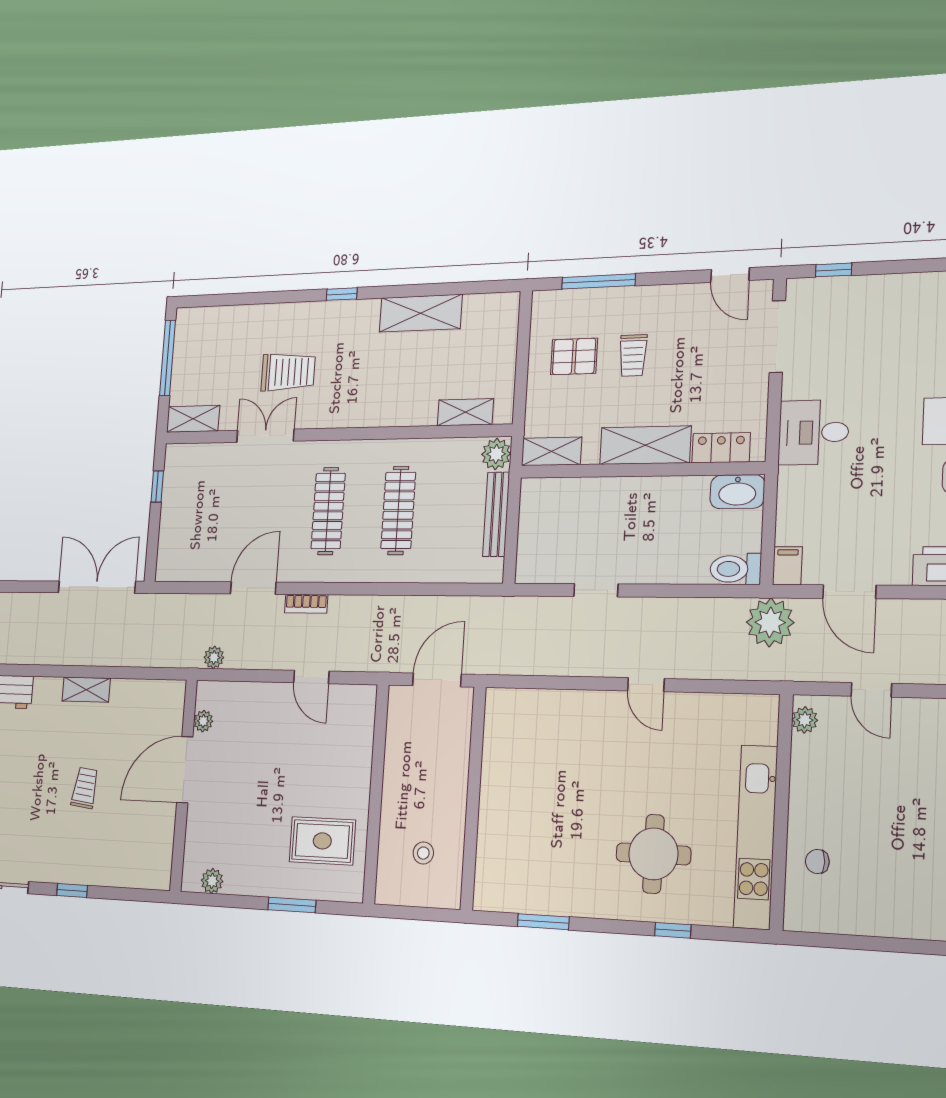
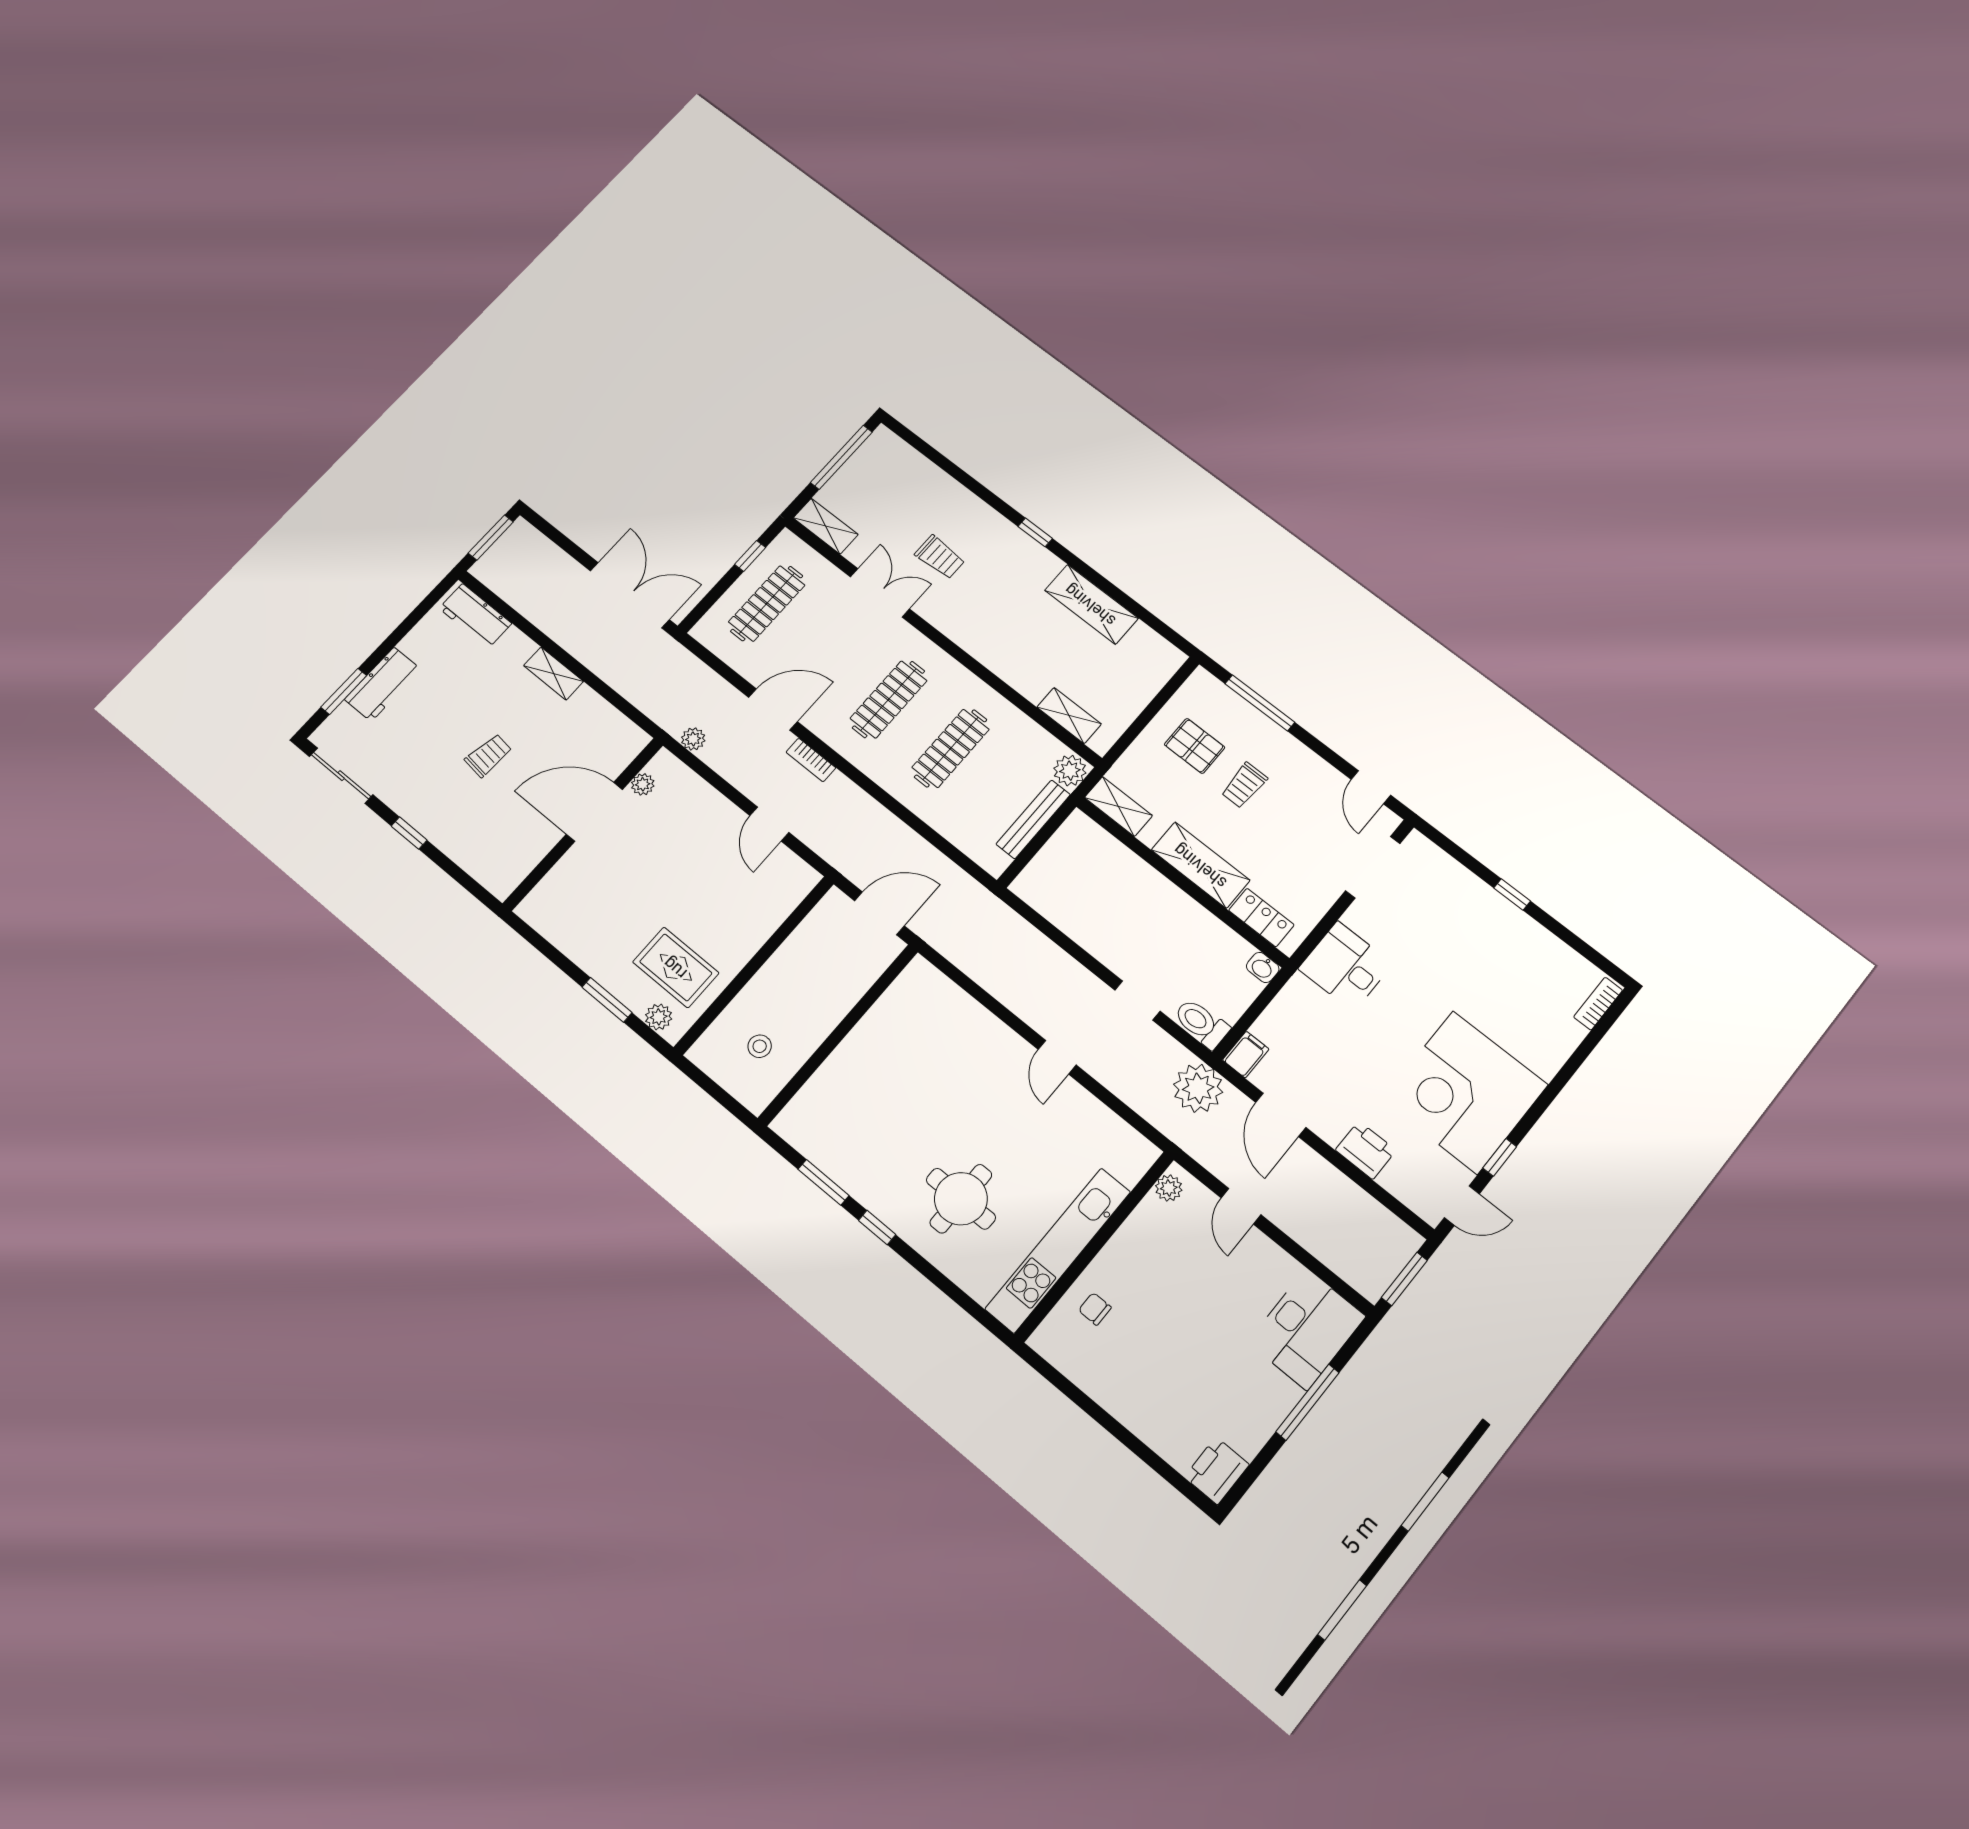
window: (834, 270) -> (1512, 894), moved
trolley: (288, 372) -> (940, 557), width x0.73, depth x0.72
washbasin: (737, 492) -> (1263, 967), width x0.52, depth x0.69
clothes rail: (193, 512) -> (767, 604), added
doorway: (596, 590) -> (1138, 1001), moved
plant: (212, 881) -> (659, 1017), moved
window: (673, 930) -> (877, 1227), moved

